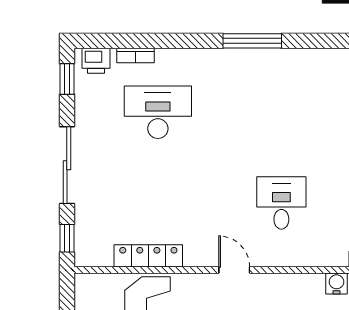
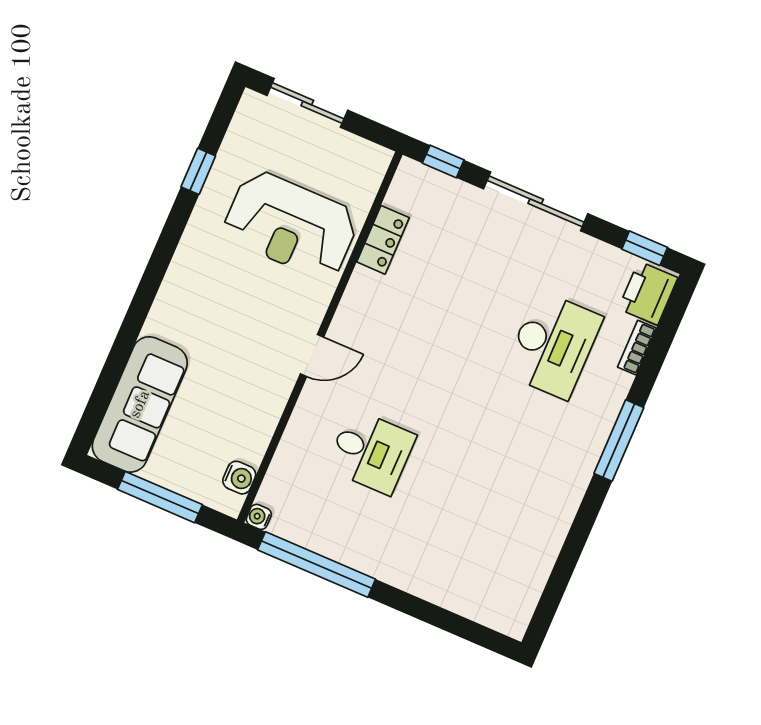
window: (252, 41) -> (619, 441), moved
printer: (96, 61) -> (648, 293), width x1.36, depth x1.24
locker: (148, 256) -> (383, 240), width x0.66

